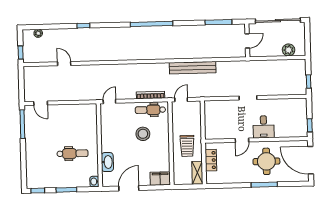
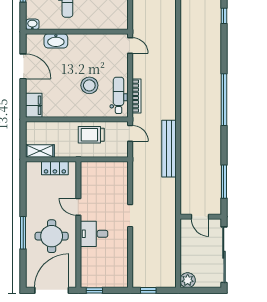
plant: (289, 50) -> (188, 280), moved
trolley: (187, 146) -> (91, 135), moved

